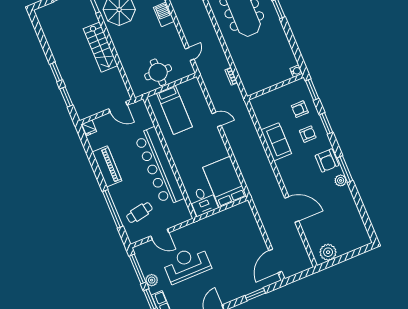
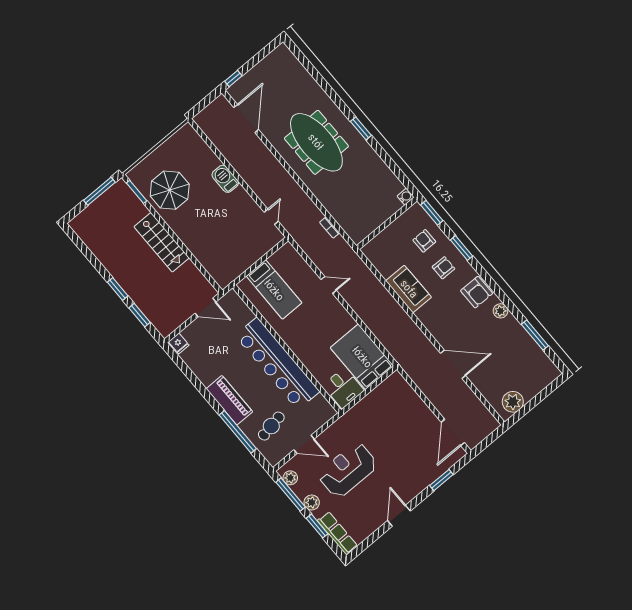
round table: (158, 72) -> (240, 251), removed
armchair: (300, 109) -> (424, 241), turned 90
piano: (107, 166) -> (229, 400), moved
window: (345, 169) -> (535, 335), moved
plant: (141, 256) -> (290, 478), added

